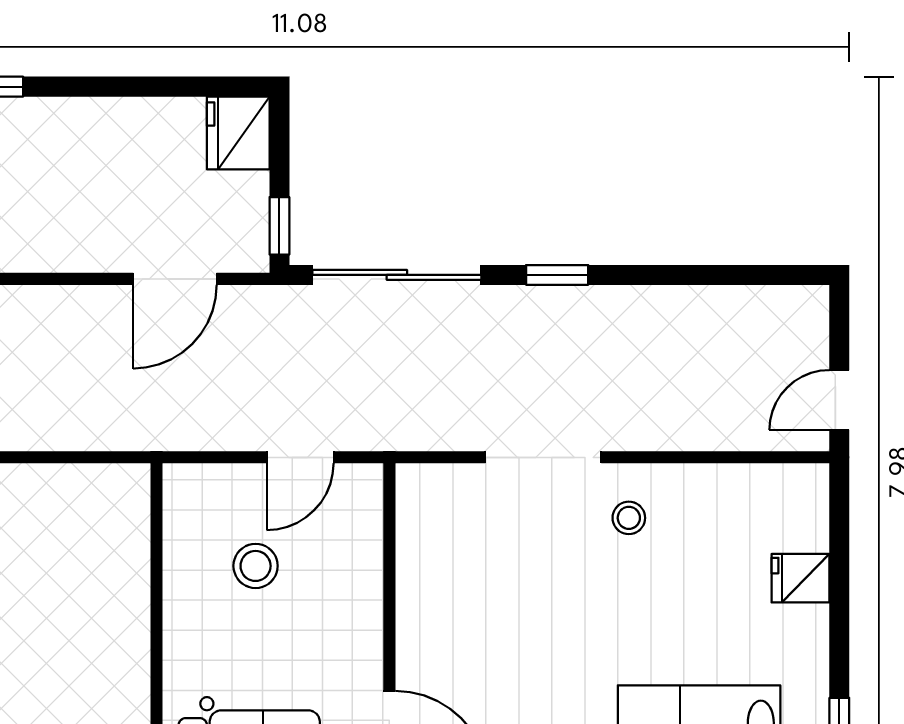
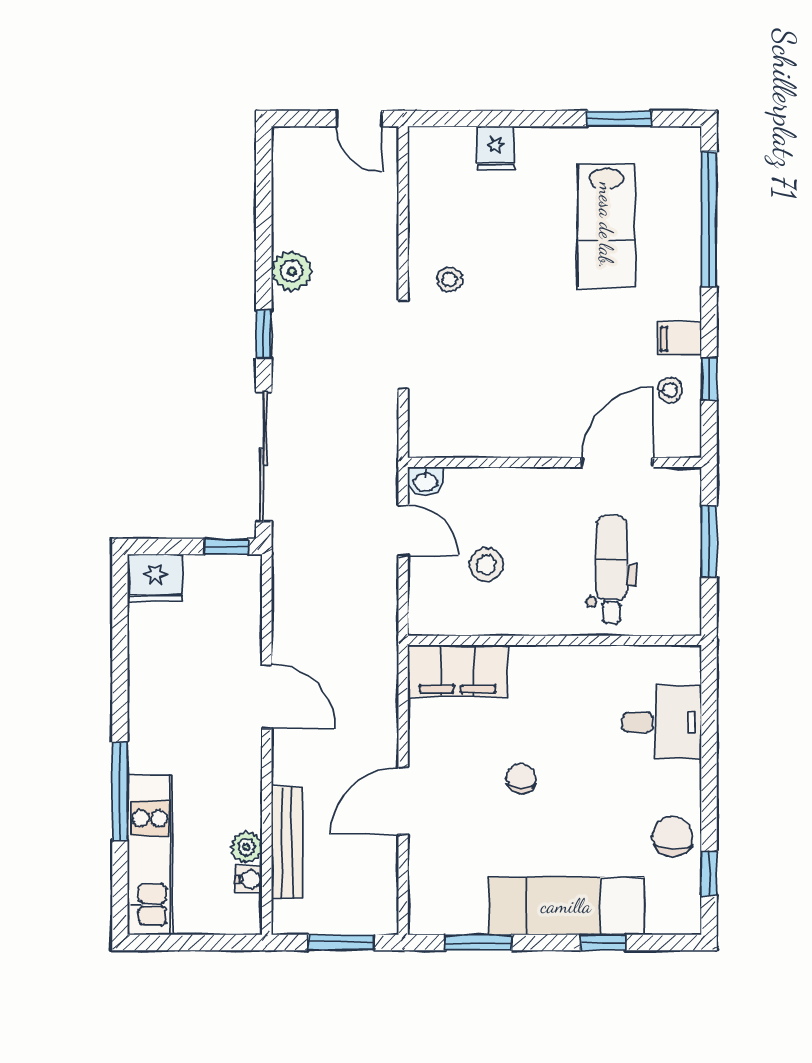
door: (175, 279) -> (267, 697), moved
plant: (640, 312) -> (292, 271), added
washbasin: (365, 487) -> (426, 481), added
filing cabinet: (117, 528) -> (457, 671), added

